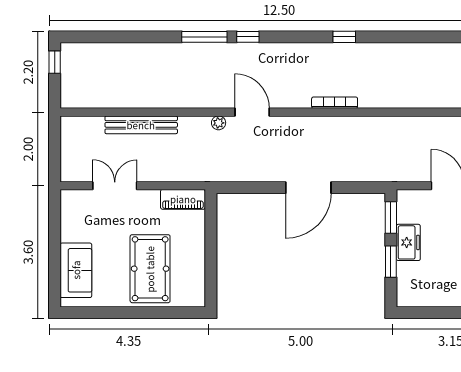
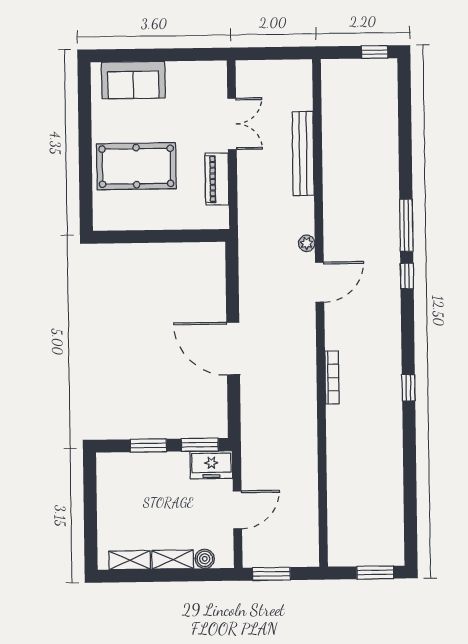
piano: (183, 199) -> (217, 179), moved
freezer: (408, 242) -> (211, 465), moved

